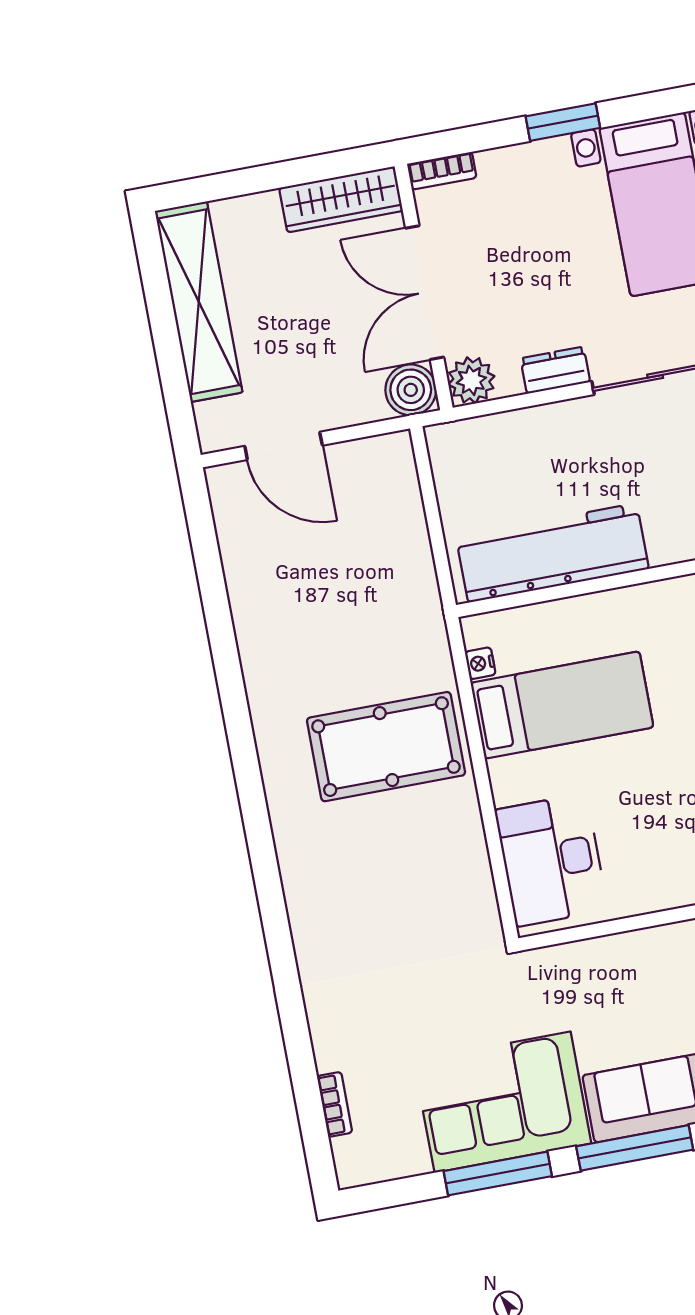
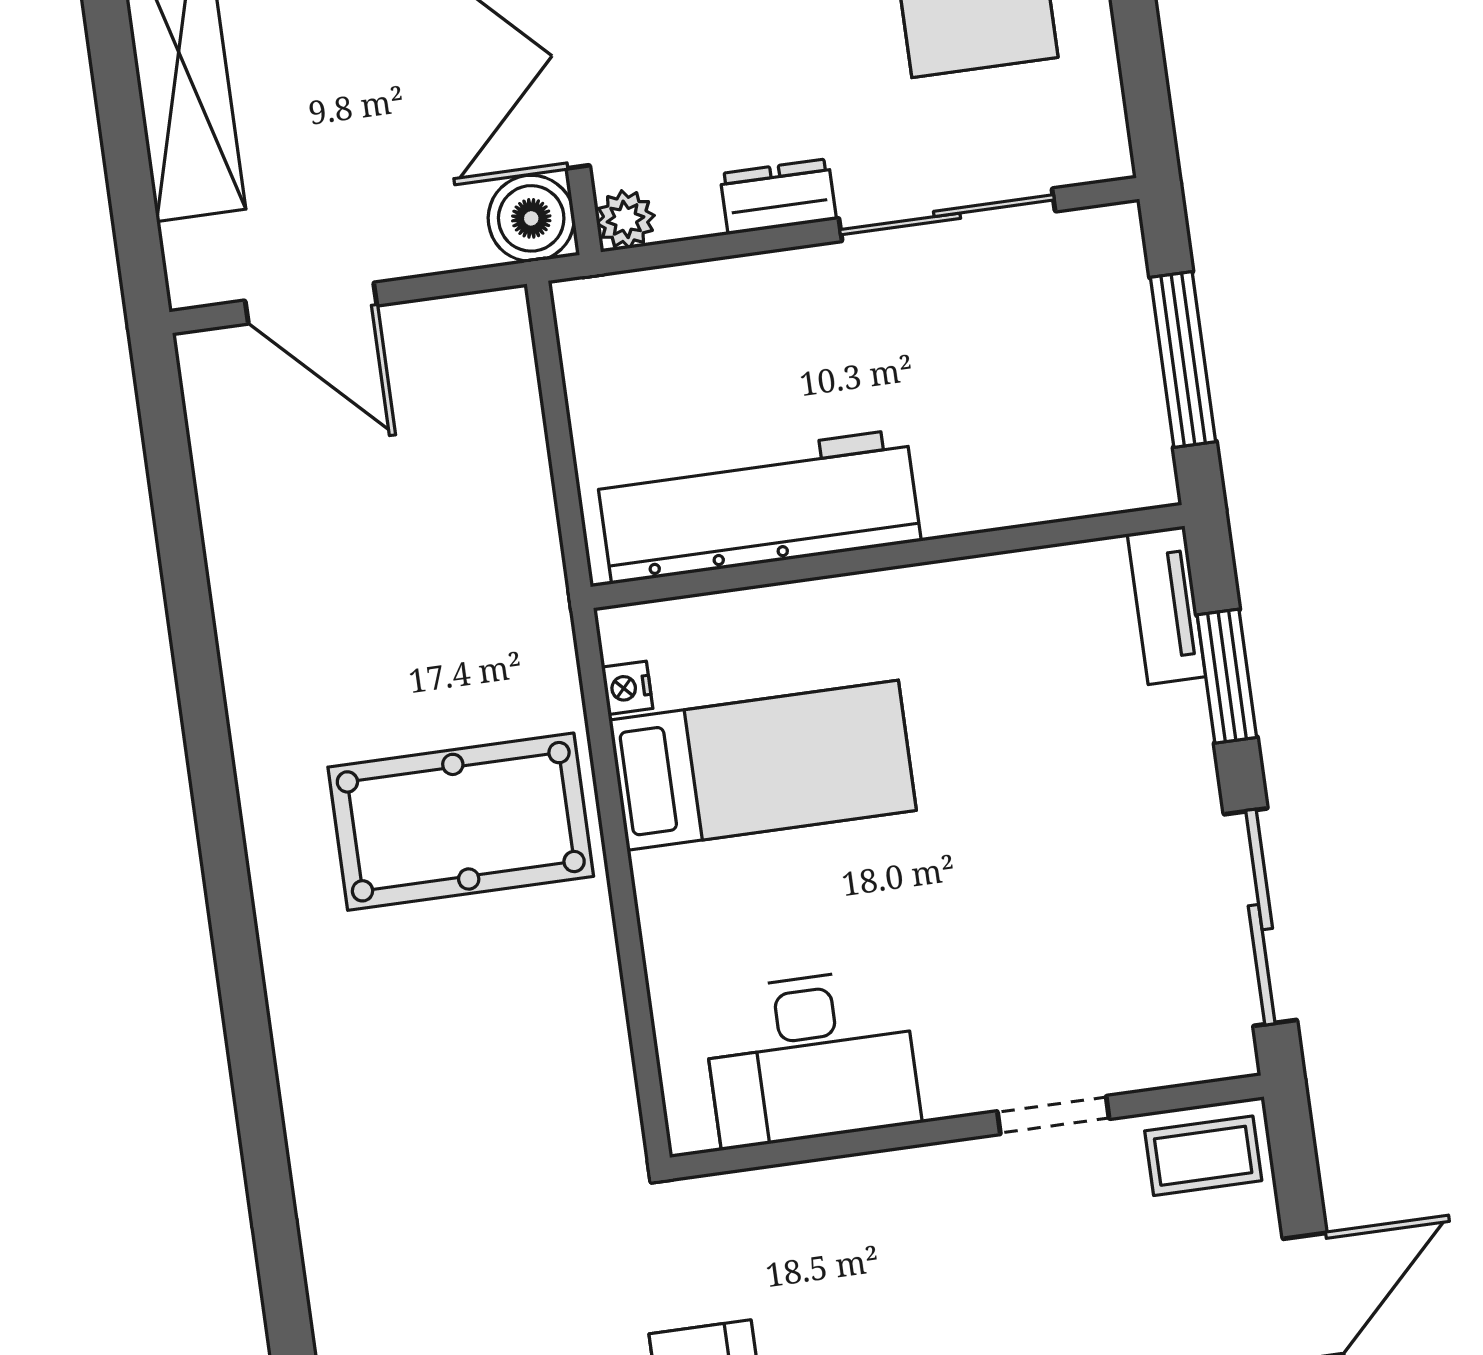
plant: (471, 380) -> (626, 219), width x0.73, depth x0.73
desk: (551, 860) -> (811, 1058), moved, turned -90

